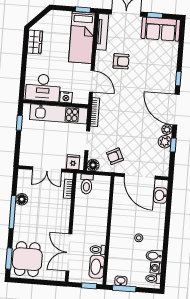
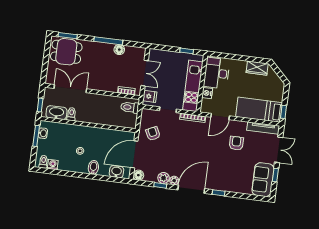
armchair: (121, 61) -> (236, 143), turned 180
floor lamp: (93, 165) -> (138, 175), moved
double door: (47, 169) -> (145, 73), swing flipped
bidet: (154, 256) -> (93, 167), moved

